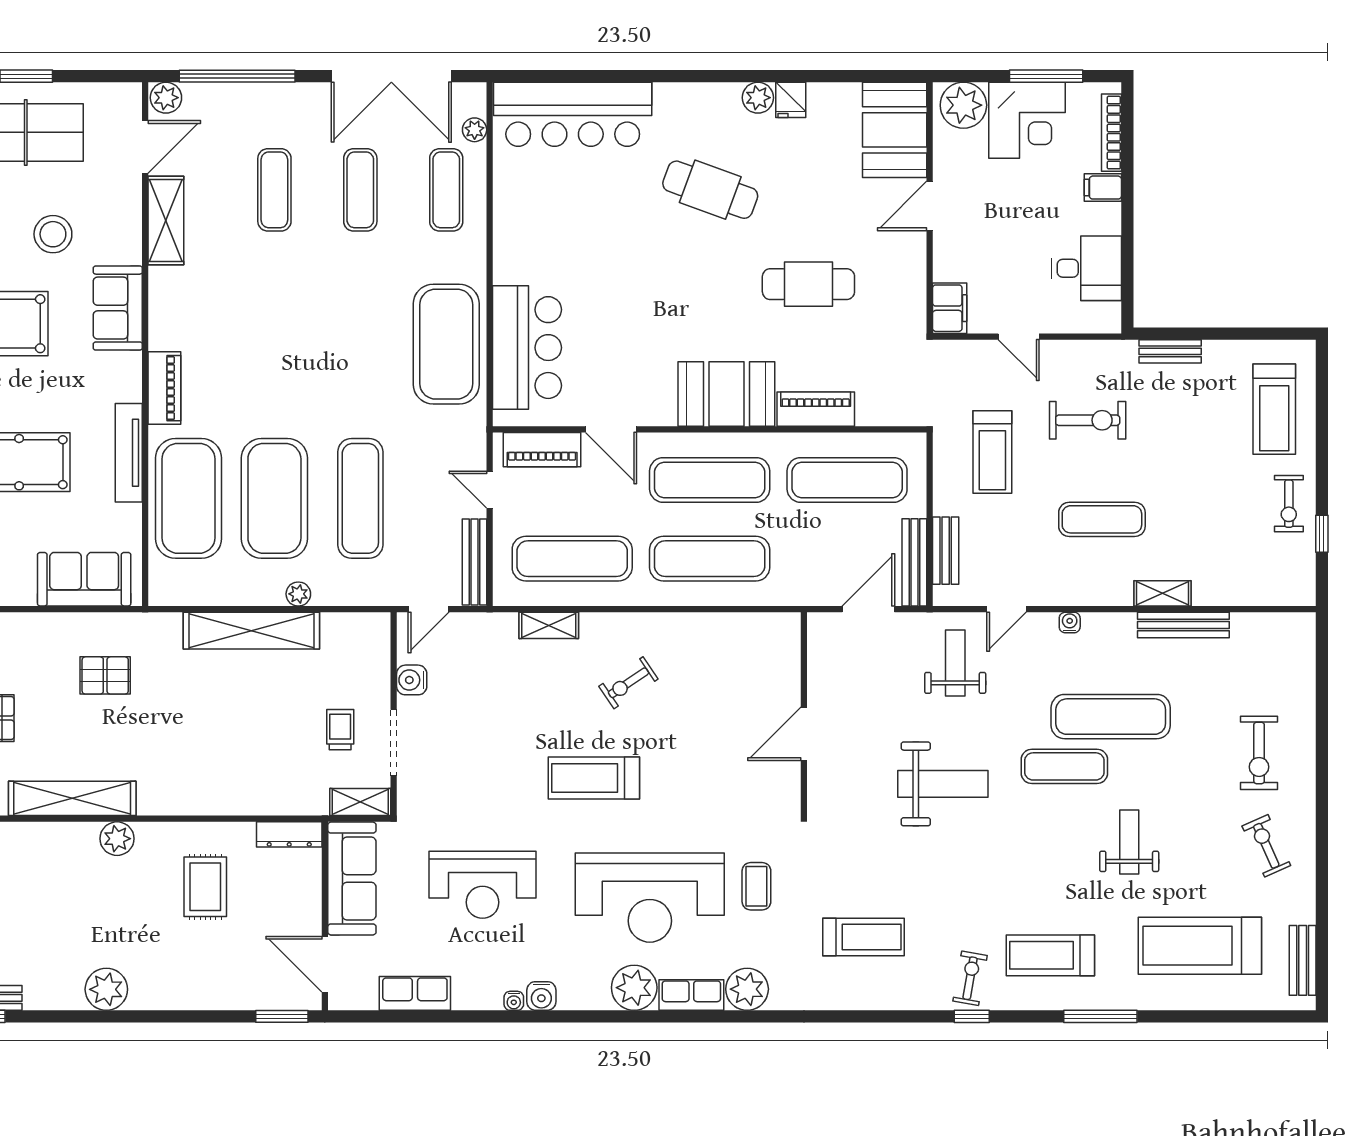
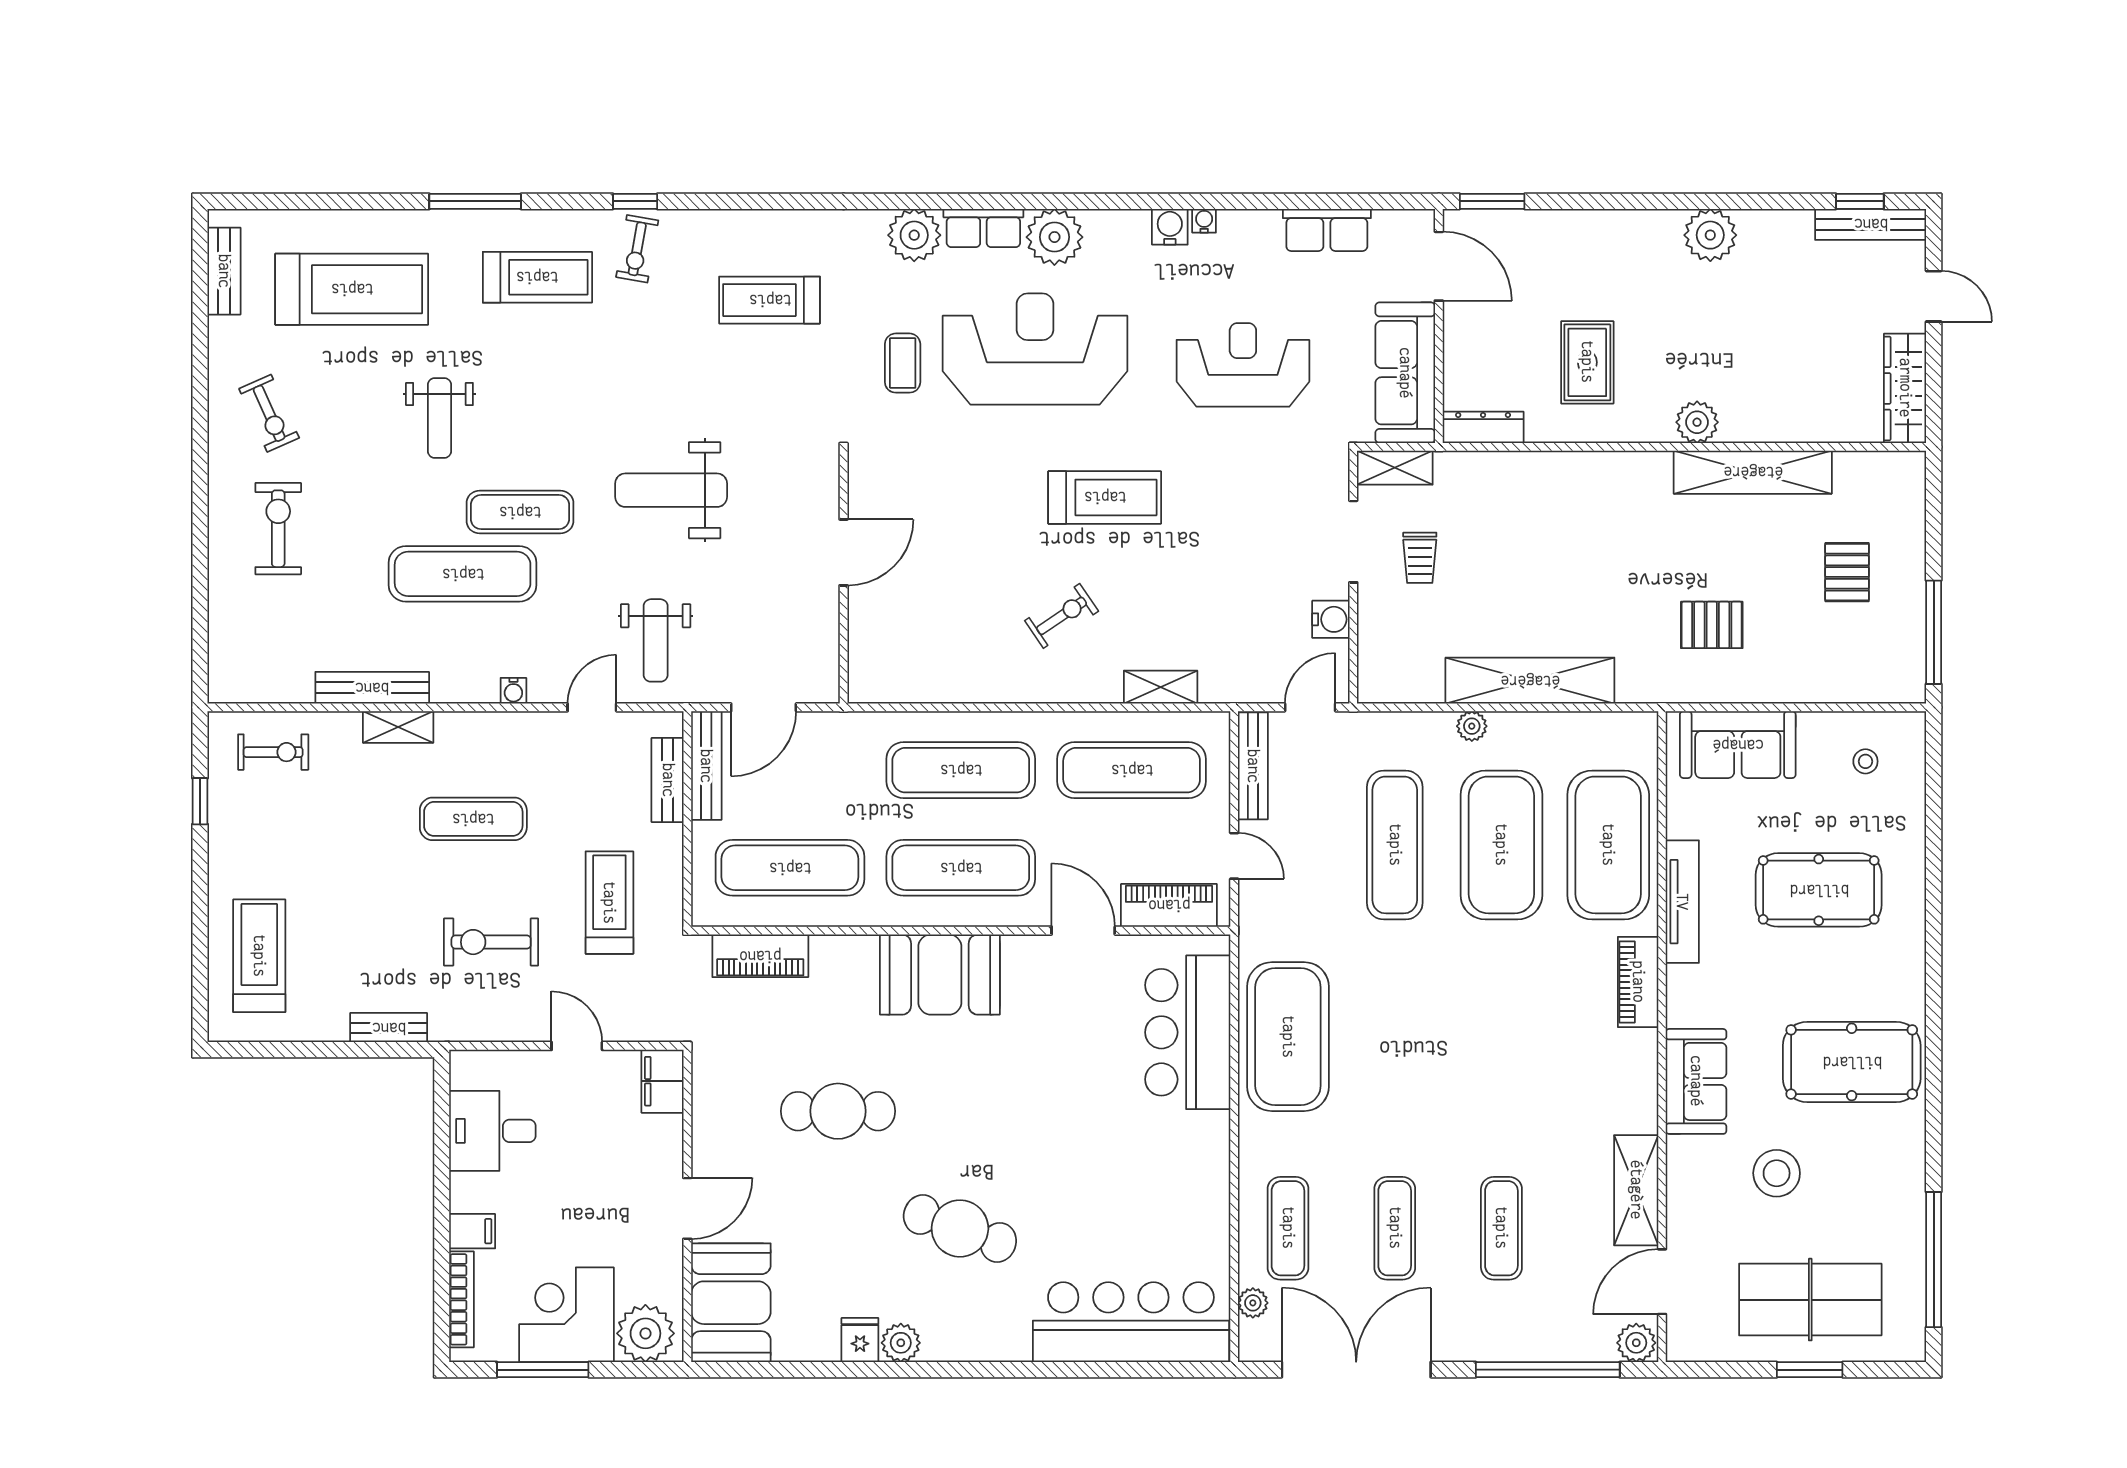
piano: (816, 409) -> (760, 956), moved
exercise bike: (1289, 504) -> (273, 752), moved, turned 90

